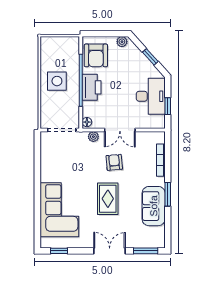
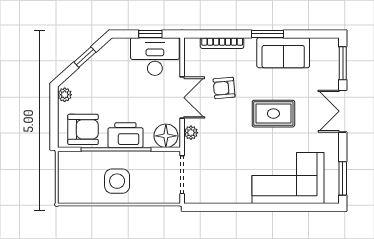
desk: (151, 96) -> (155, 57), moved
floor lamp: (87, 122) -> (166, 136), width x1.89, depth x1.89
armchair: (114, 162) -> (224, 88), moved
window: (59, 251) -> (343, 178), width x1.50

